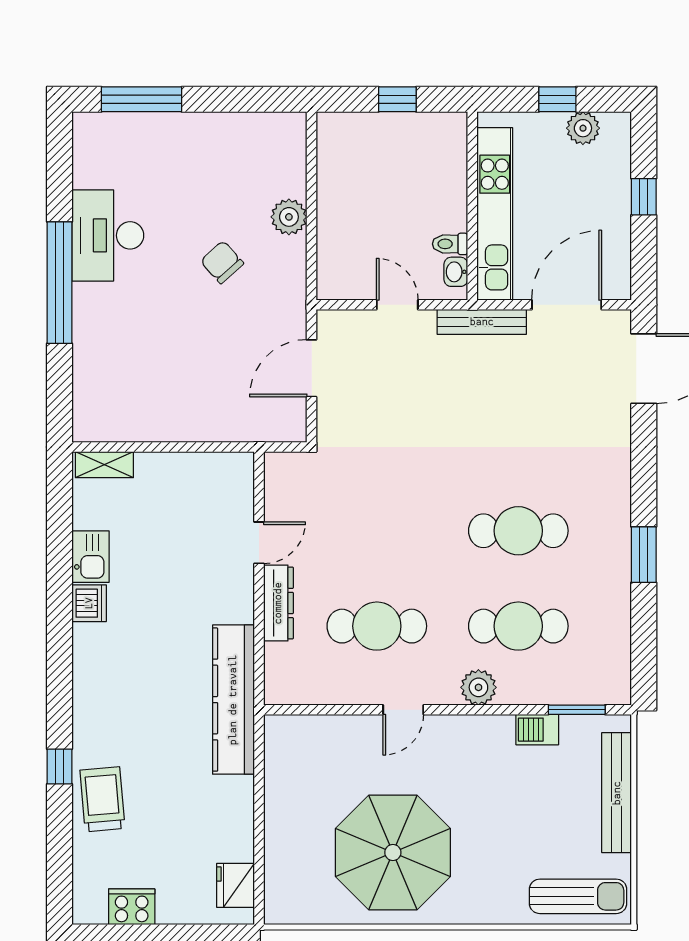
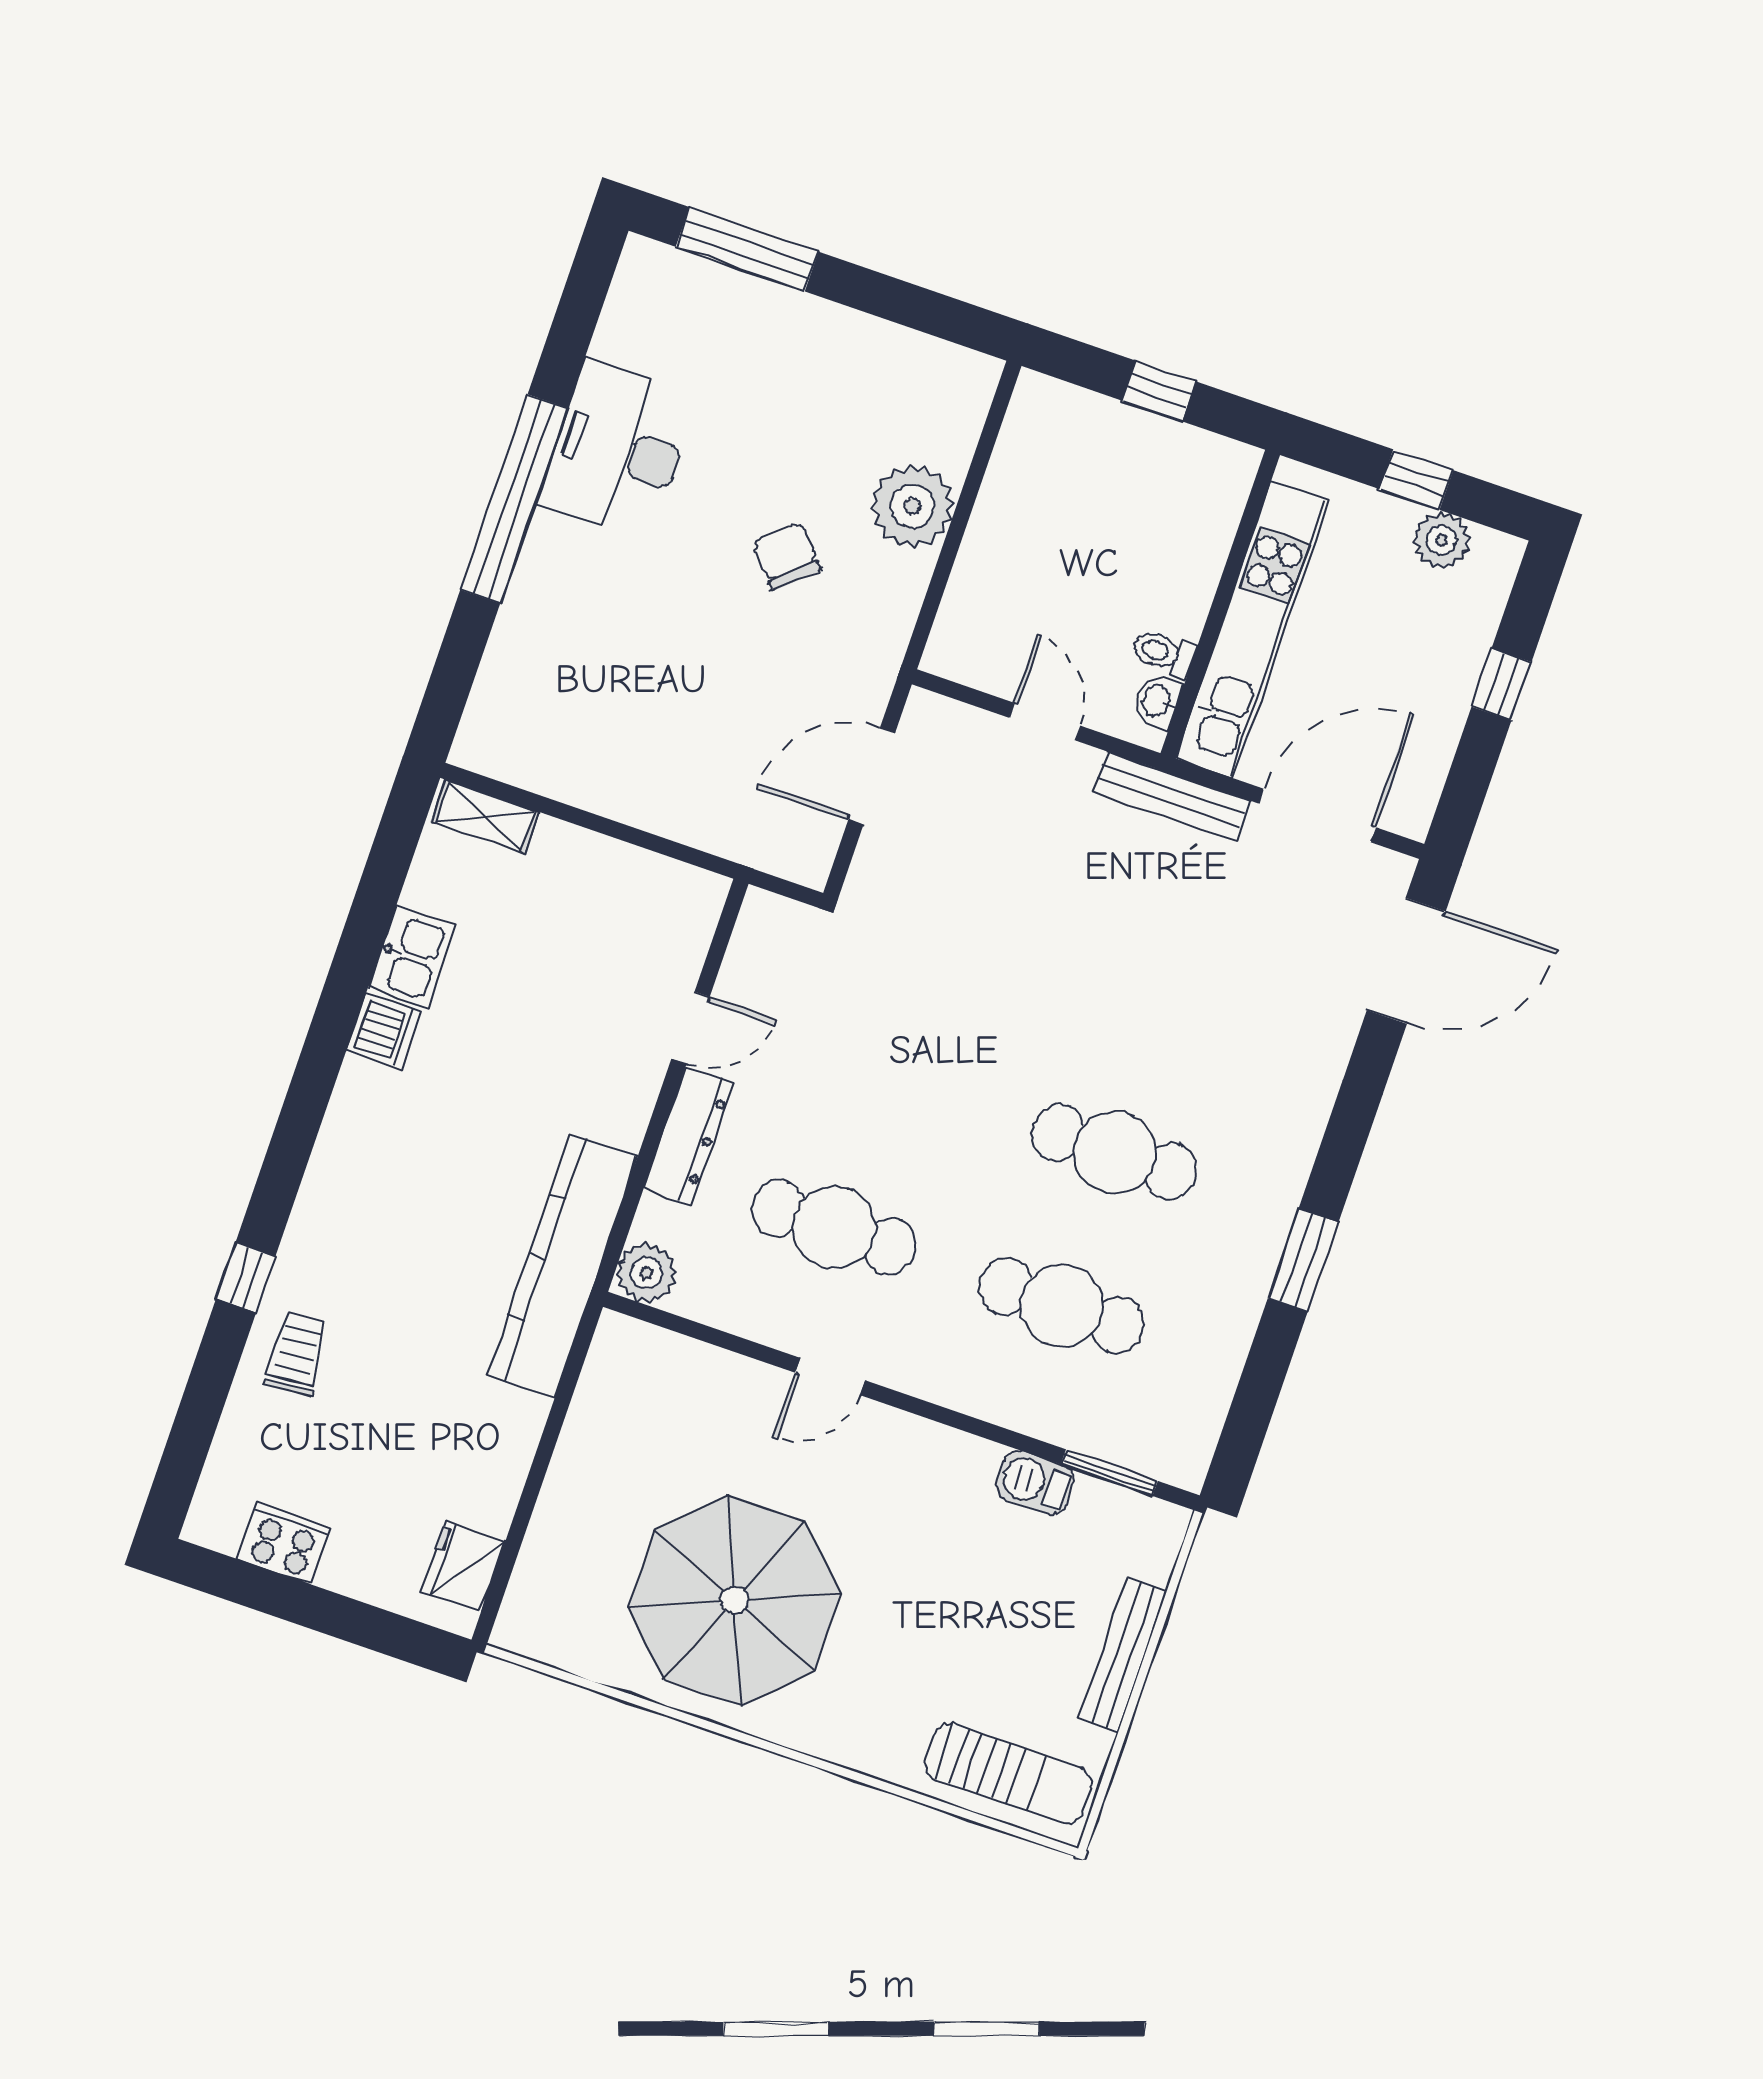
plant: (289, 217) -> (912, 506), width x1.36, depth x1.36
plant: (478, 687) -> (646, 1273), moved
bench: (617, 793) -> (1123, 1655), width x0.73, depth x0.82
trolley: (102, 799) -> (297, 1354), width x0.73, depth x0.72

